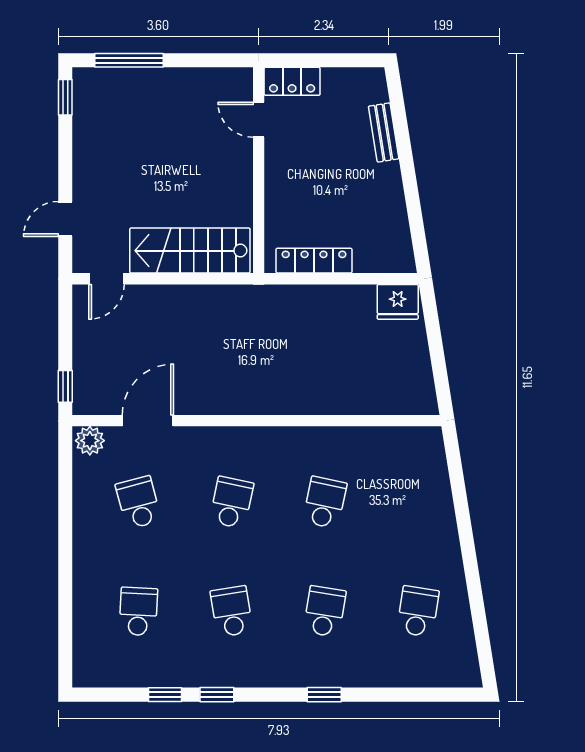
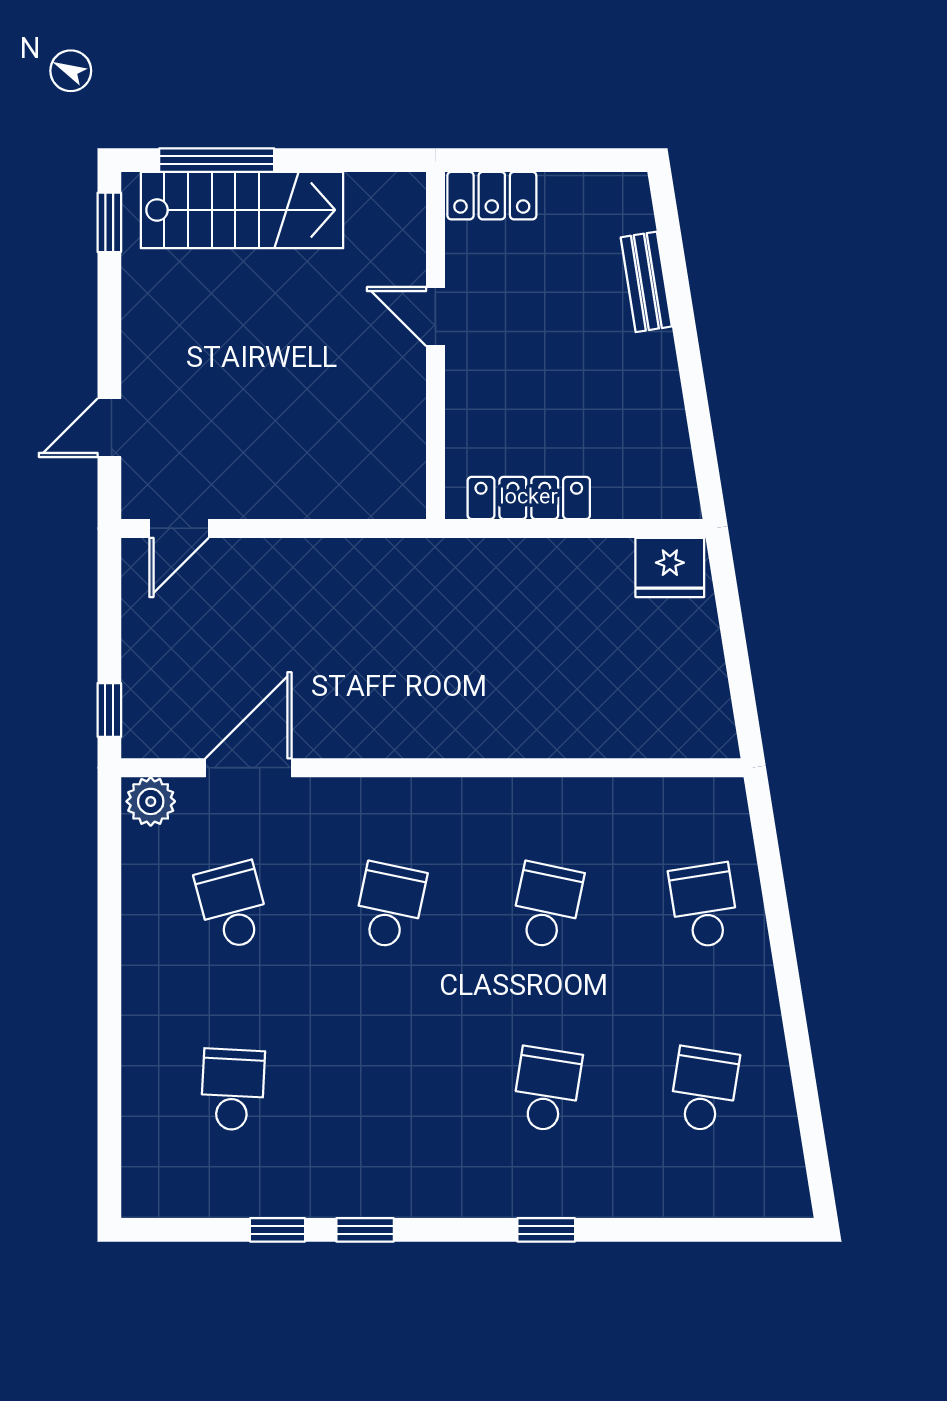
door: (259, 120) -> (435, 317), moved
stairs: (190, 251) -> (242, 210), moved, turned 180
school desk: (232, 611) -> (704, 906), moved

